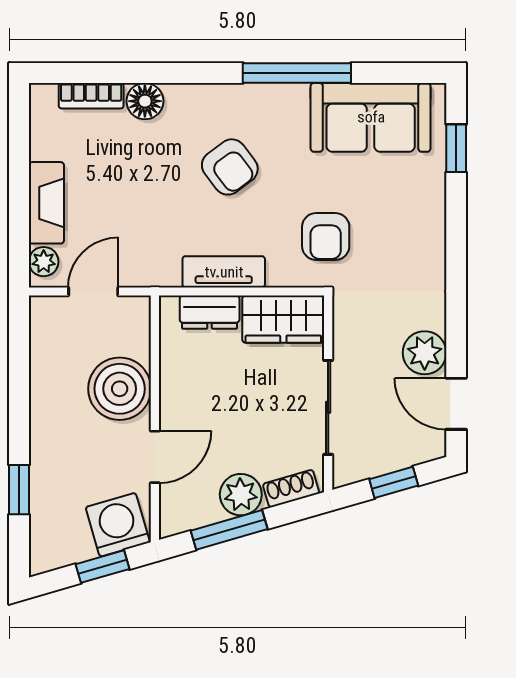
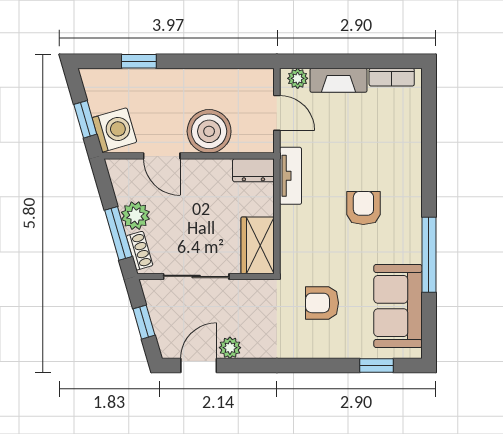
bookcase: (91, 96) -> (392, 77), moved, turned -90
floor lamp: (145, 101) -> (409, 149), removed
armchair: (230, 167) -> (363, 208), turned 127
armchair: (326, 236) -> (322, 303), moved
tv unit: (224, 272) -> (291, 176), moved
dresser: (210, 312) -> (253, 170), moved, turned -90
plant: (425, 353) -> (230, 348), width x0.73, depth x0.73
window: (229, 530) -> (118, 233), moved

